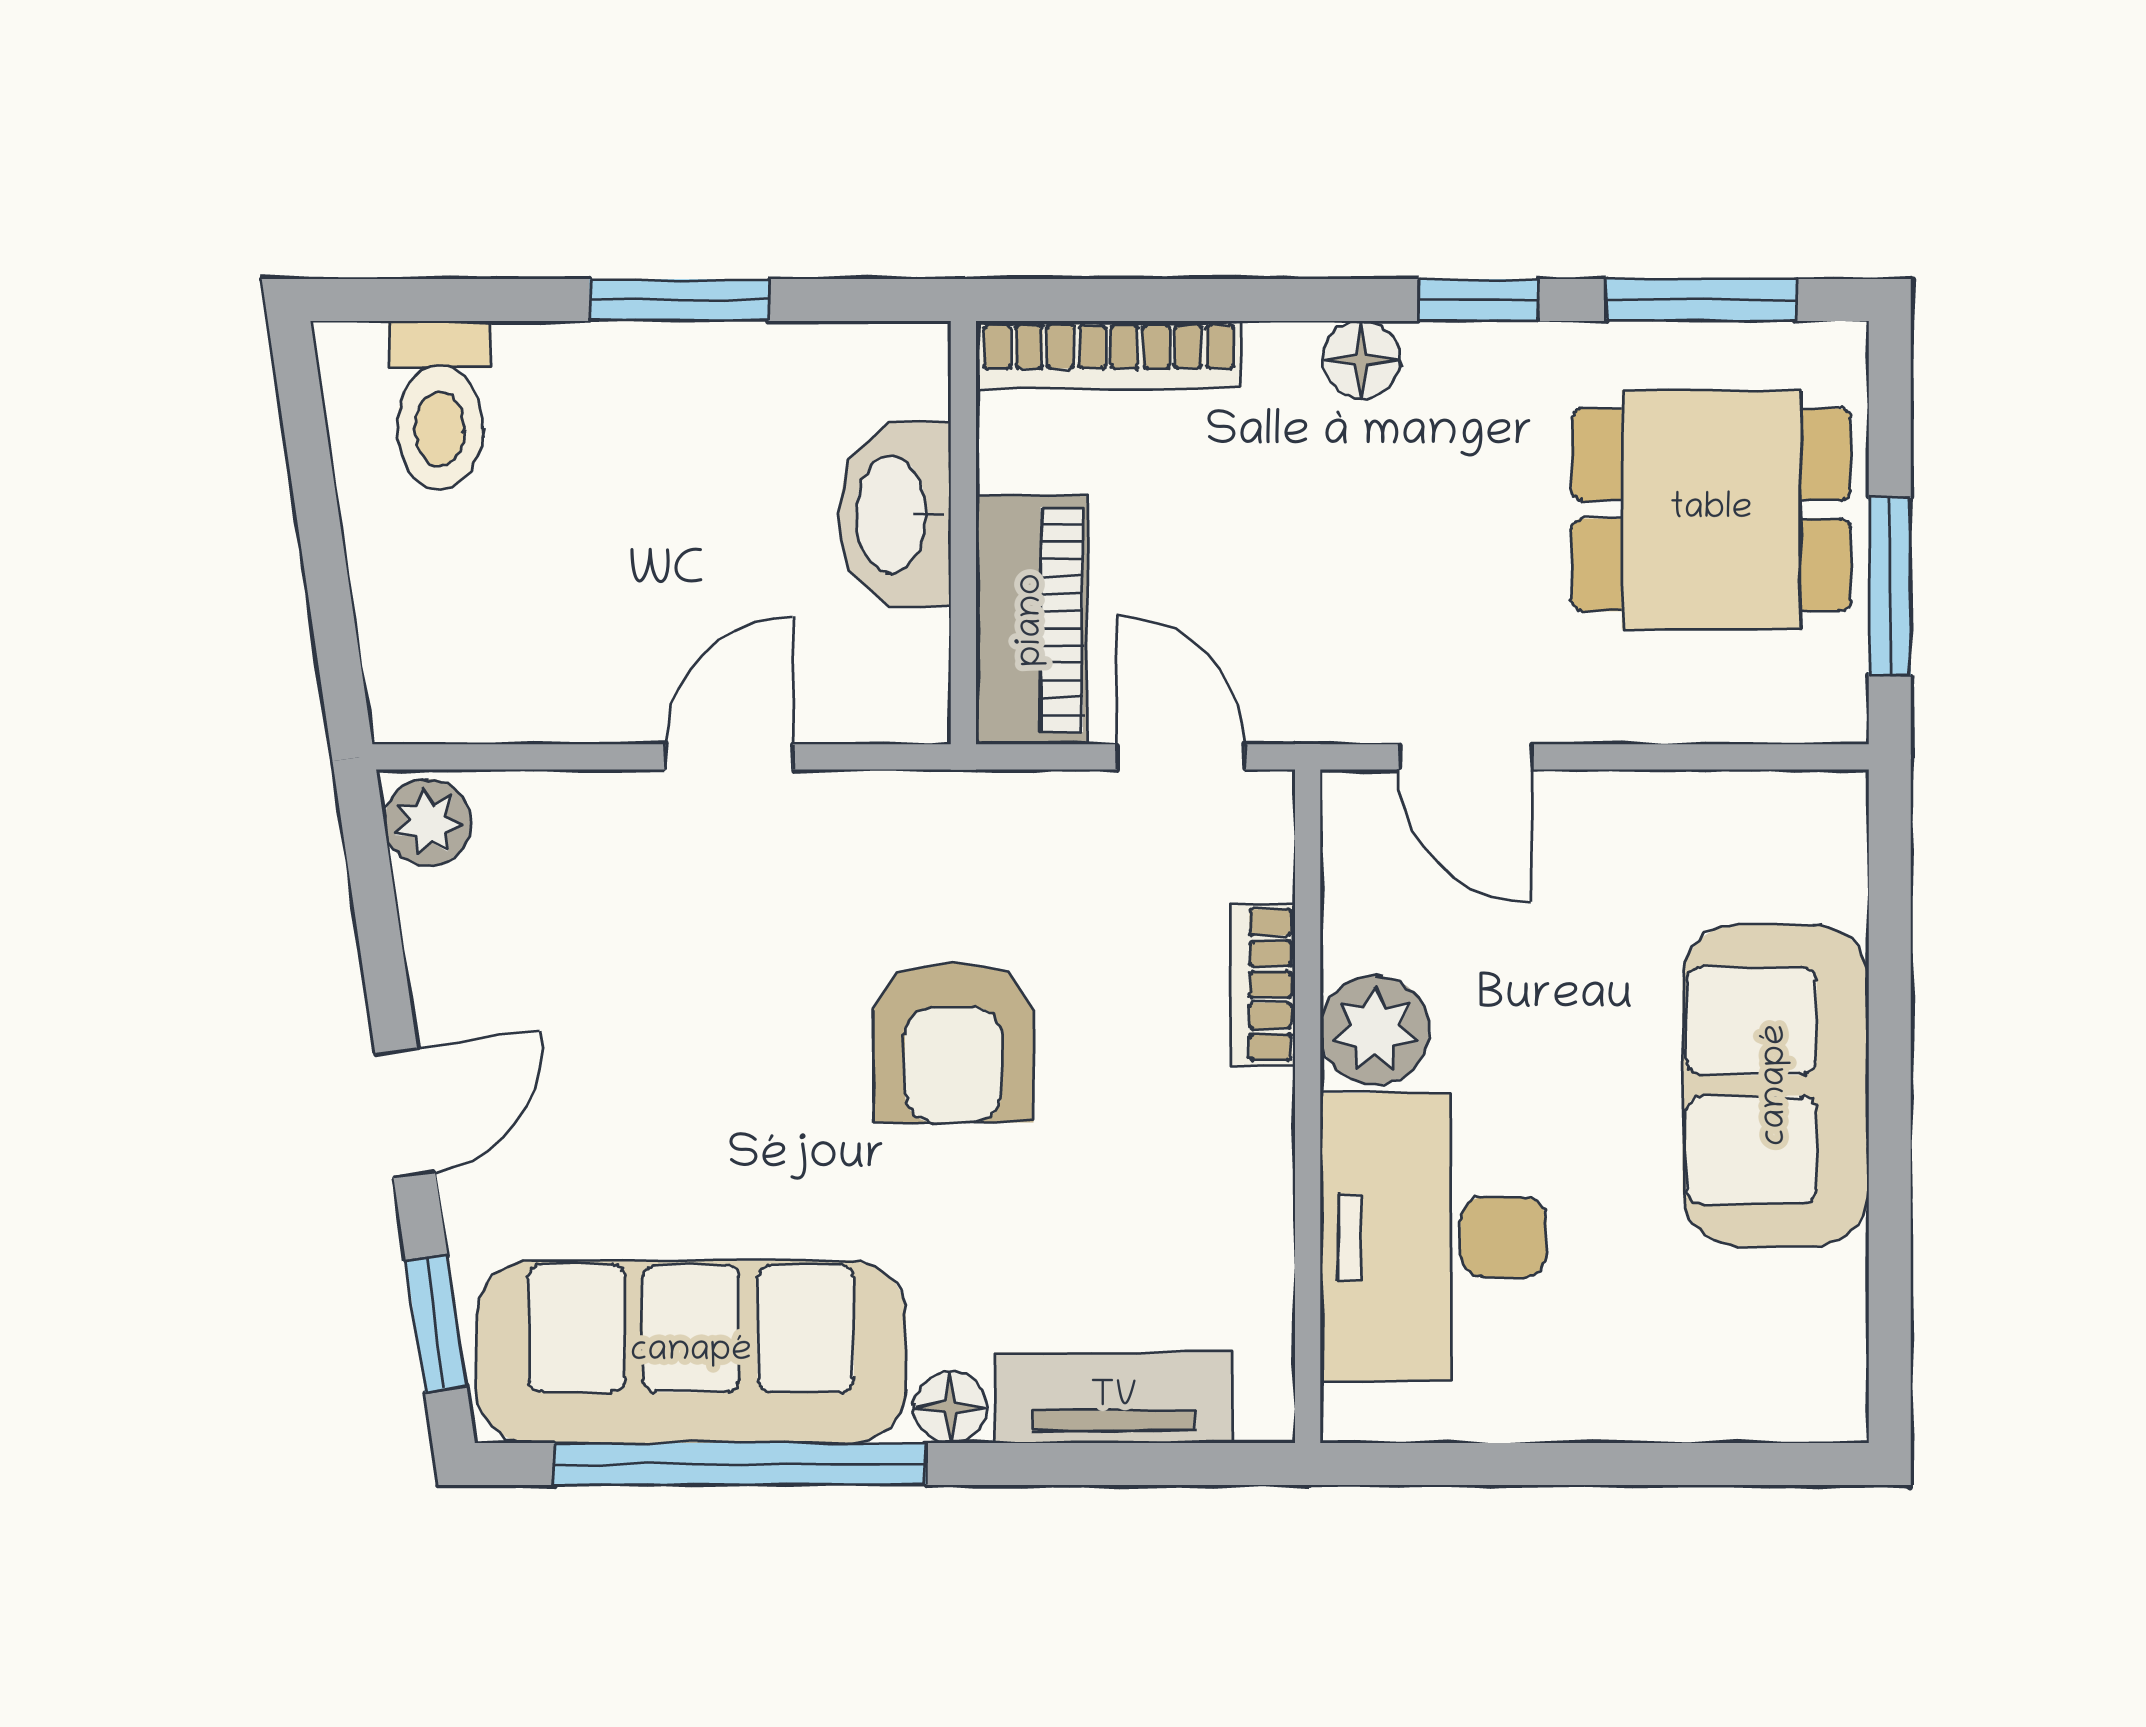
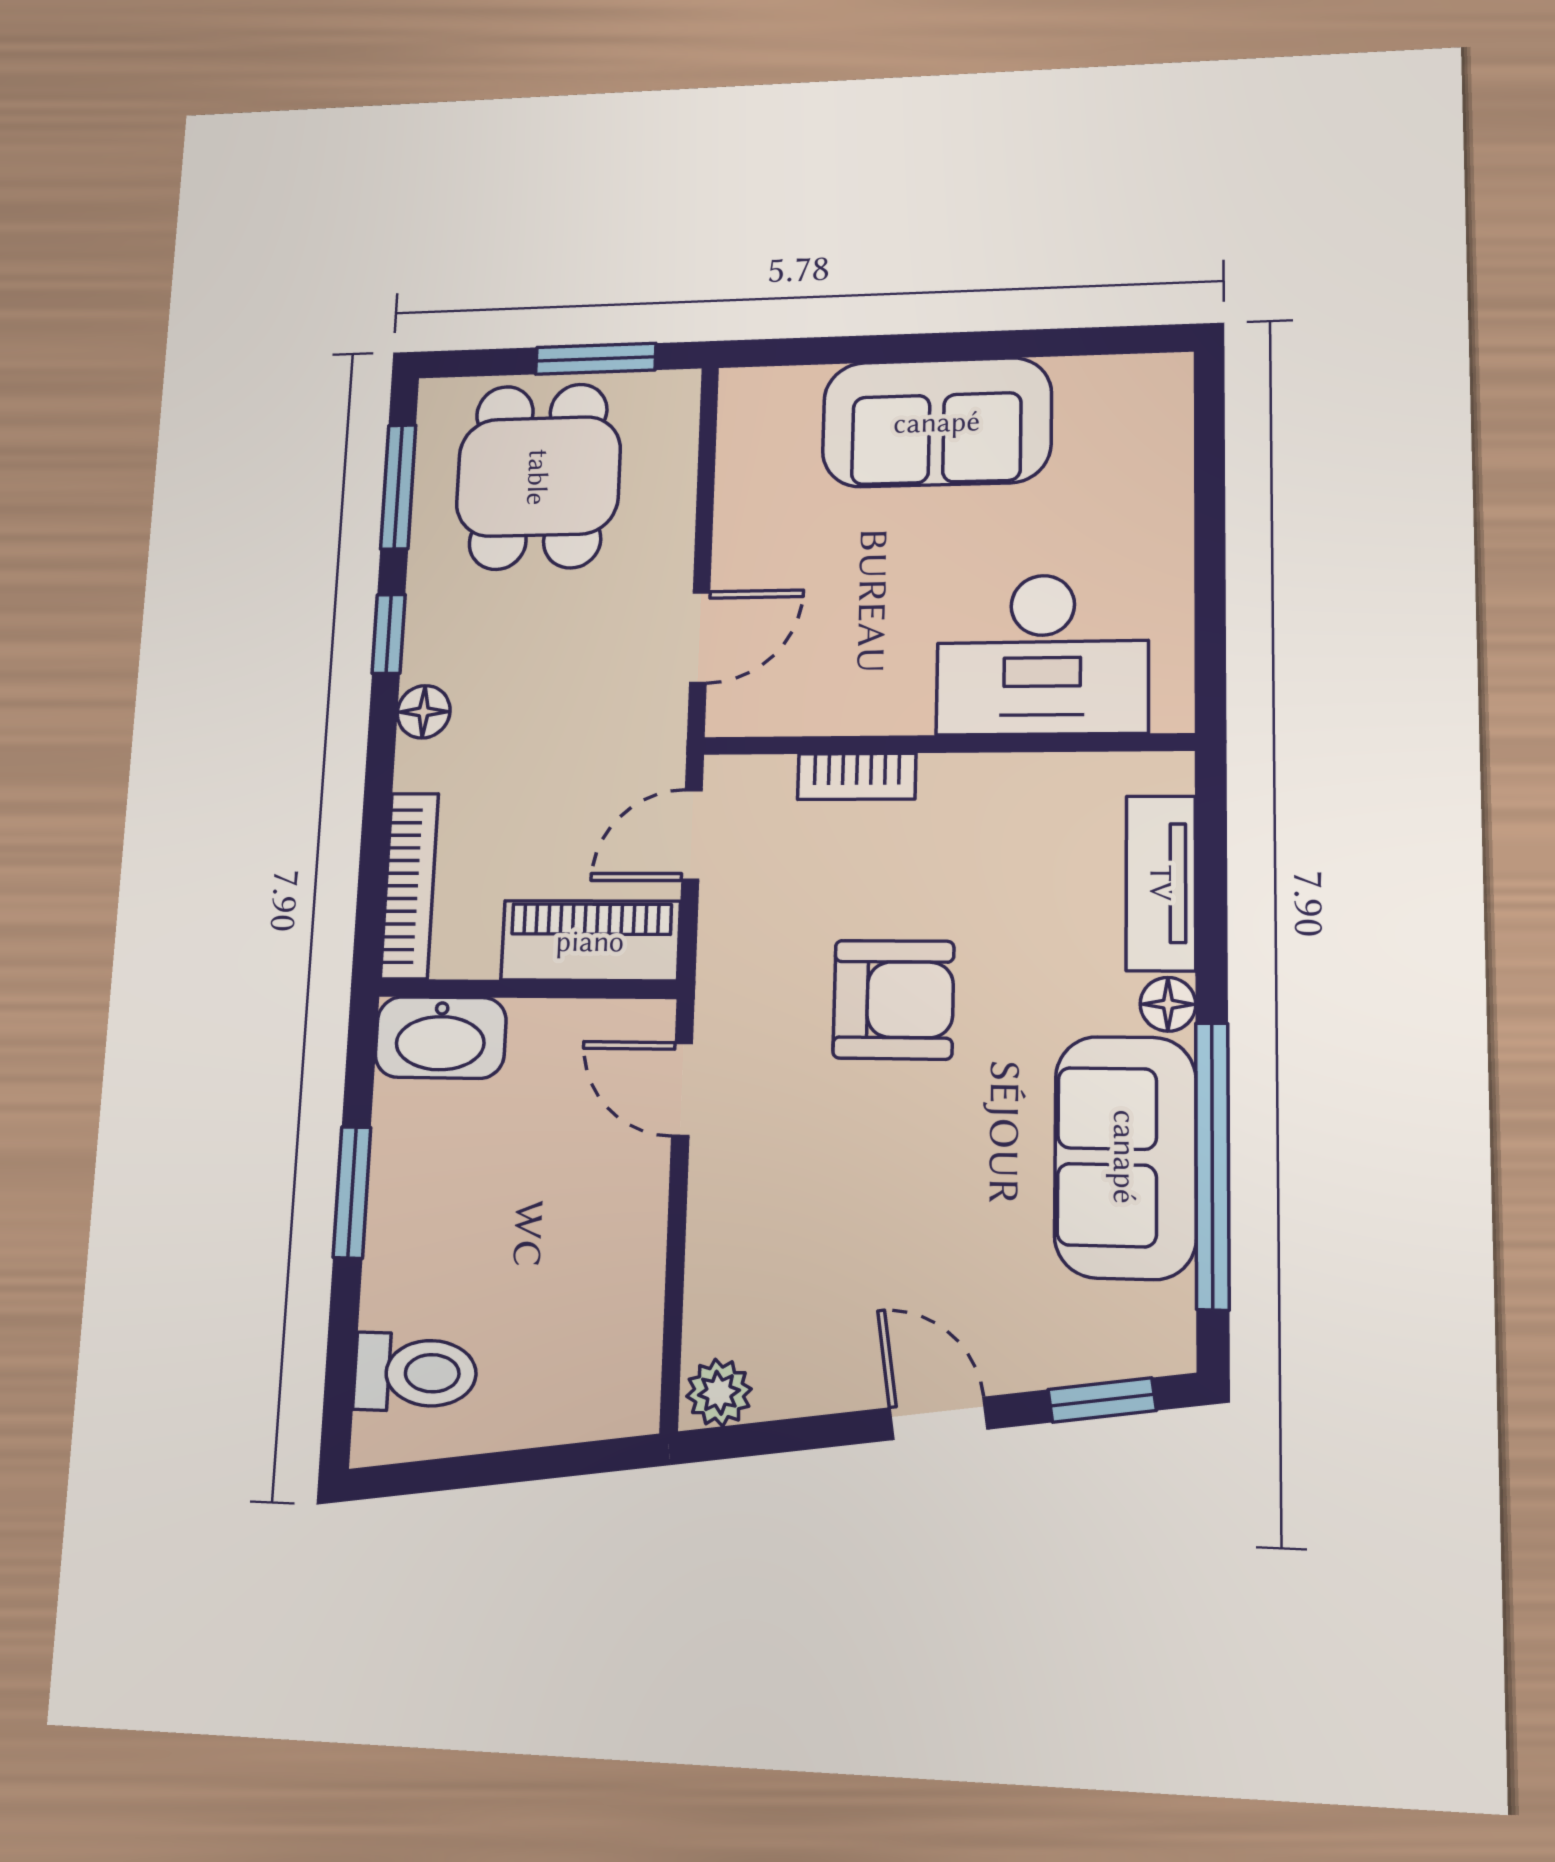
washbasin: (895, 514) -> (440, 1037), moved
door: (729, 757) -> (682, 1089), moved
plant: (1375, 1030) -> (891, 697), removed
sofa: (691, 1352) -> (1125, 1157), width x0.73

